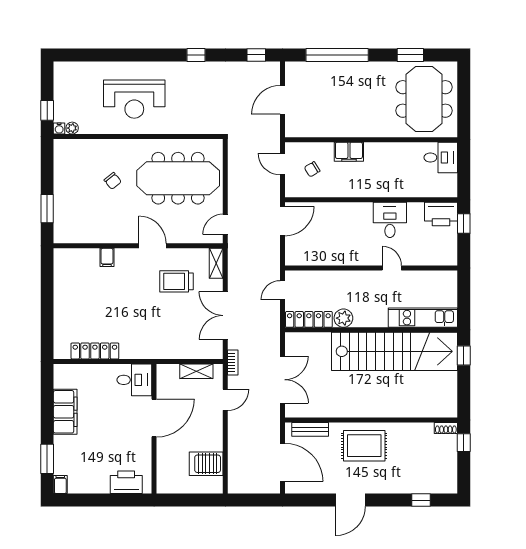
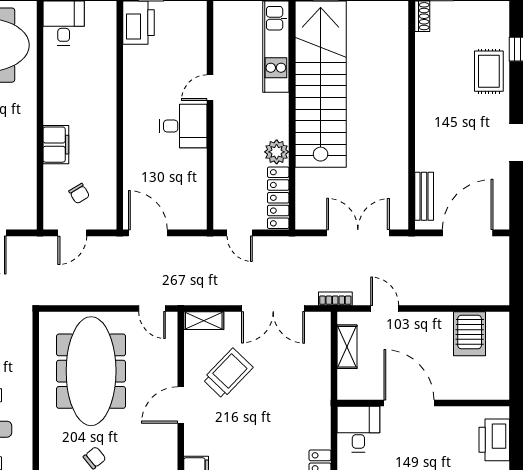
desk: (390, 220) -> (183, 126), moved, turned 180
trolley: (176, 281) -> (228, 373), turned -136
rug: (364, 446) -> (489, 71), moved, width x0.73, depth x0.70

